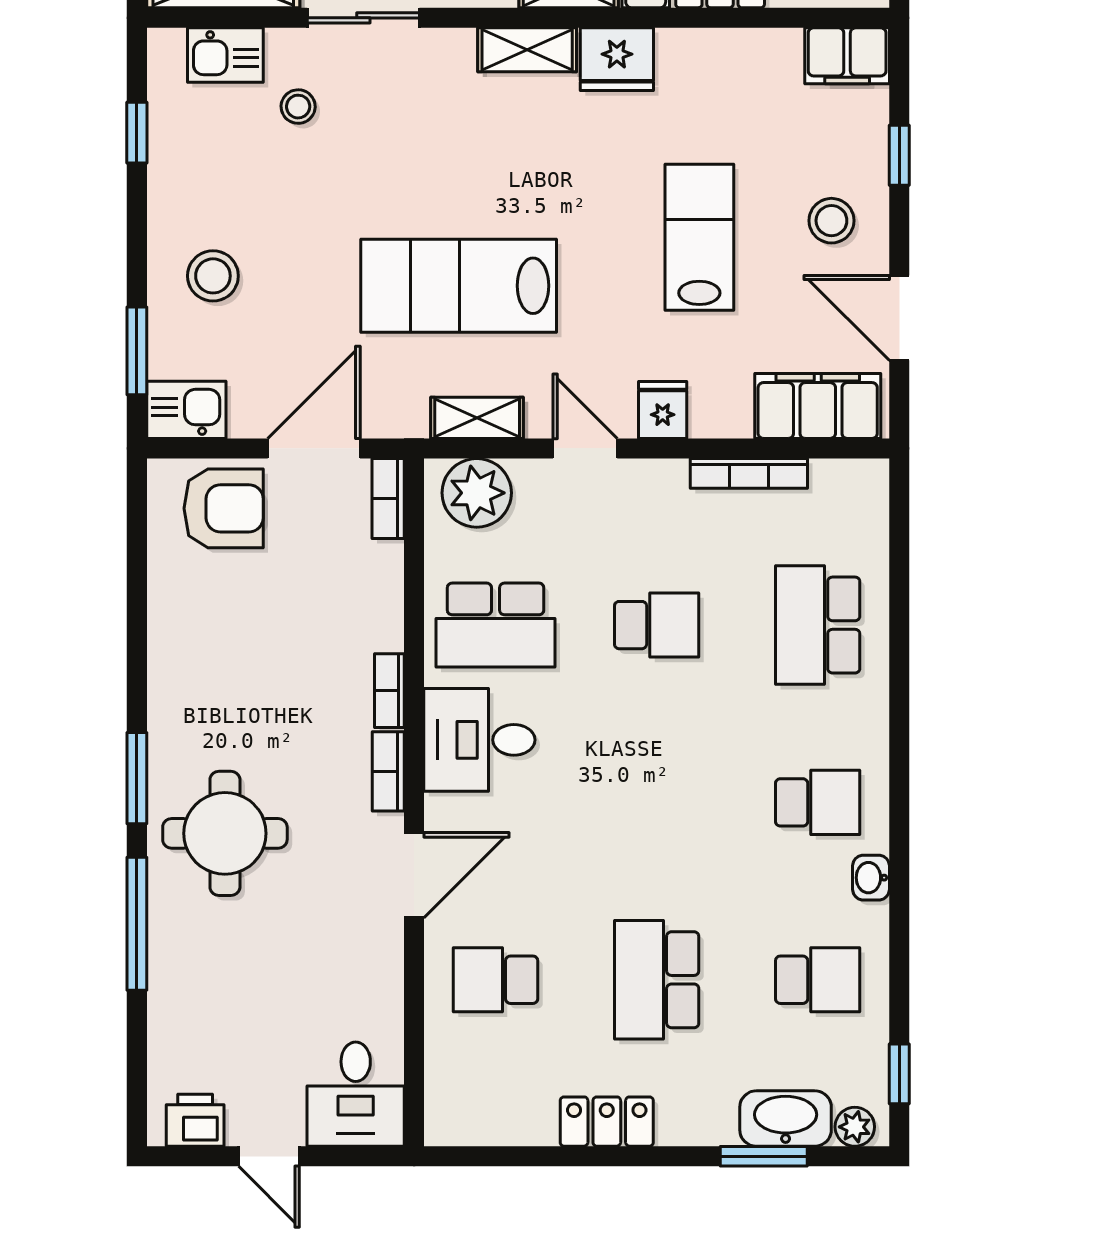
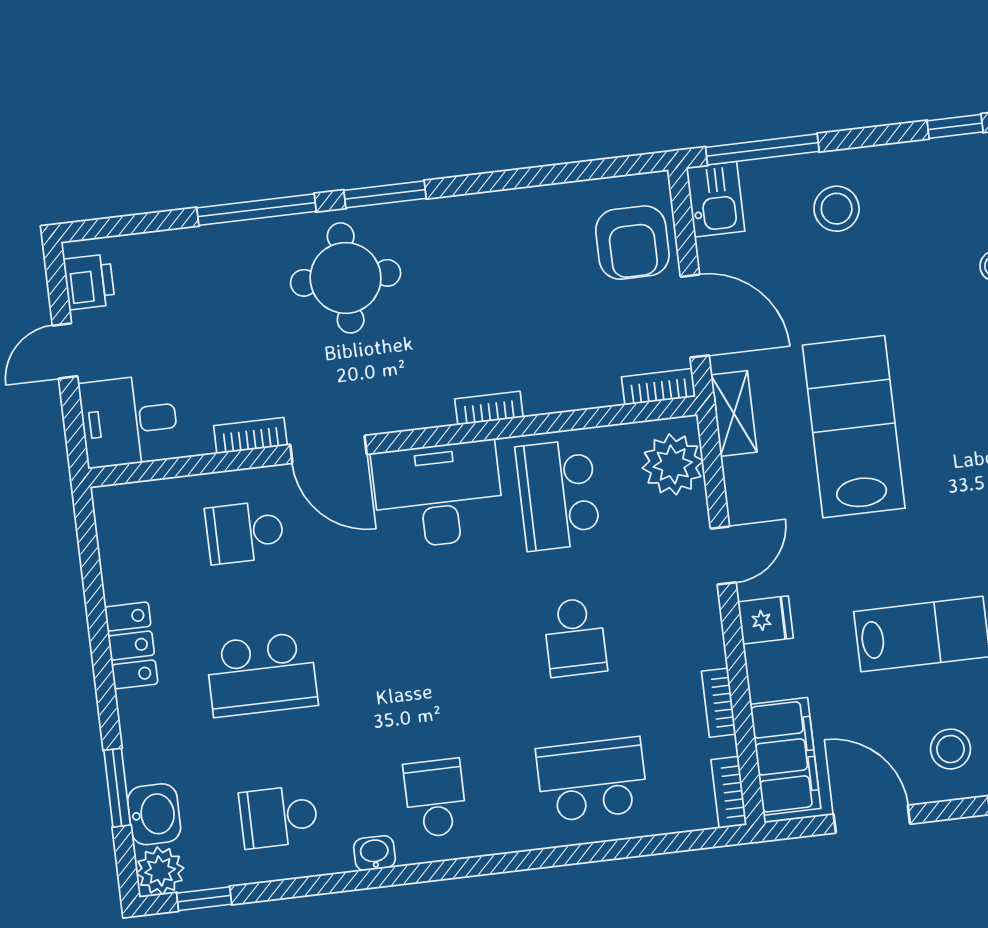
door: (899, 318) -> (872, 819), hinge flipped
window: (137, 351) -> (762, 149), width x1.44
shelving: (477, 418) -> (734, 413), moved
bookcase: (749, 473) -> (719, 703), width x0.64
bookcase: (850, 474) -> (729, 792), added
desk: (479, 740) -> (438, 495), width x1.37
bookcase: (388, 771) -> (250, 436), moved
school desk: (818, 802) -> (435, 798), turned 180
school desk: (496, 980) -> (245, 532), turned -90
school desk: (657, 980) -> (262, 675), turned 180
school desk: (818, 980) -> (279, 817), turned 90
washbasin: (786, 1119) -> (154, 814), width x0.72
plant: (855, 1127) -> (160, 871), width x1.38, depth x1.38

